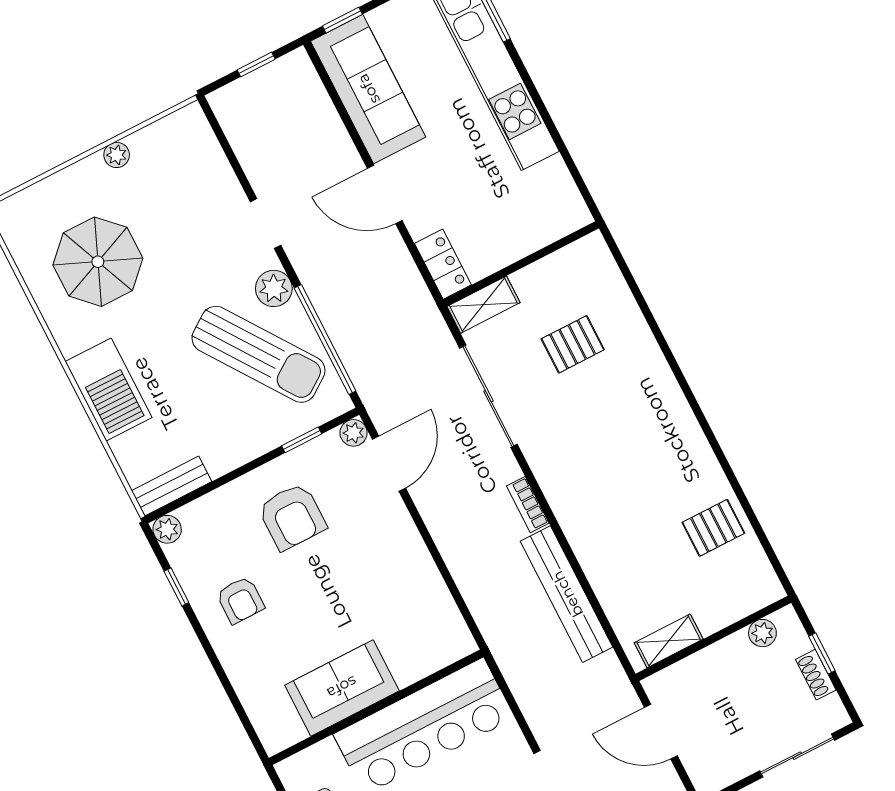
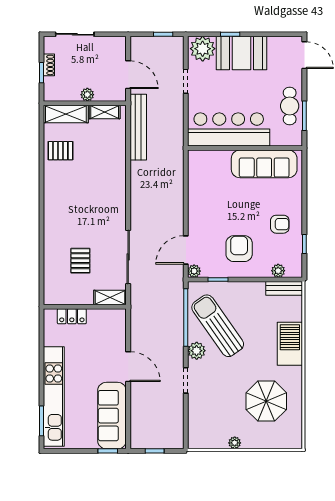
locker: (443, 264) -> (72, 316), moved, turned -90
pallet: (573, 344) -> (80, 261), turned 90
bookcase: (528, 505) -> (135, 202), removed
plant: (167, 529) -> (278, 271), moved
bench: (567, 594) -> (138, 127), moved
armchair: (240, 600) -> (280, 224), turned 90
shelving: (738, 600) -> (66, 114), added
plant: (762, 633) -> (87, 95), moved
sofa: (342, 688) -> (264, 164), width x1.36

